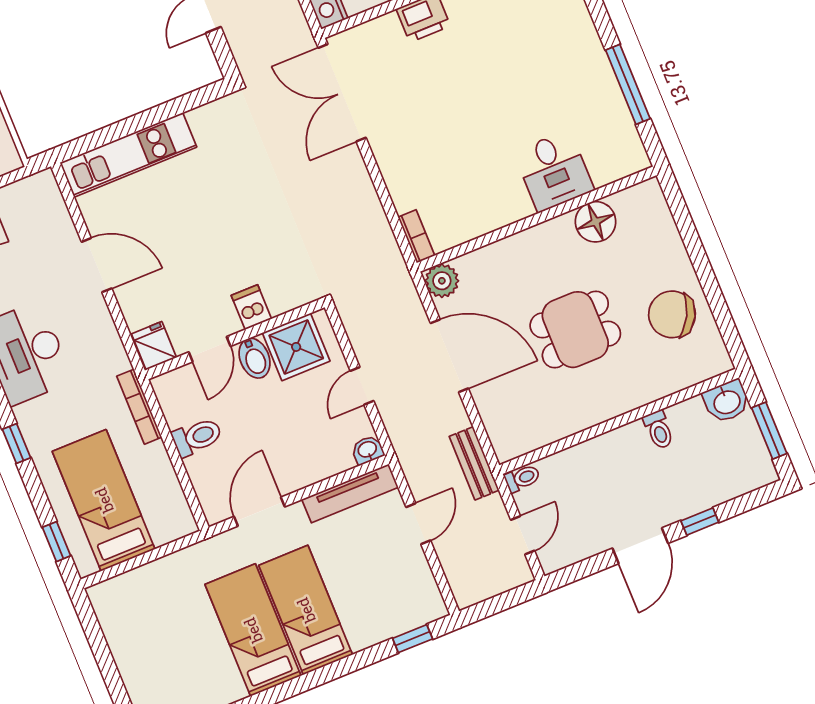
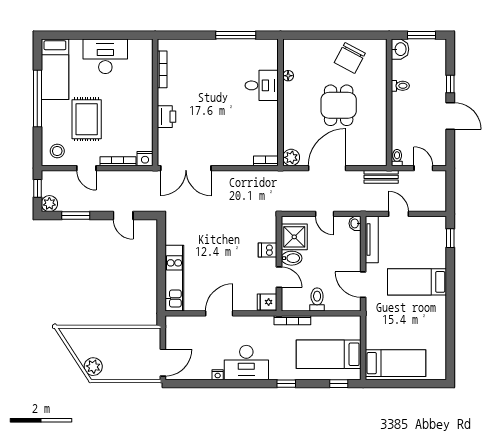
floor lamp: (596, 222) -> (288, 76), width x0.53, depth x0.53
bed: (253, 630) -> (395, 363), moved, turned 180

